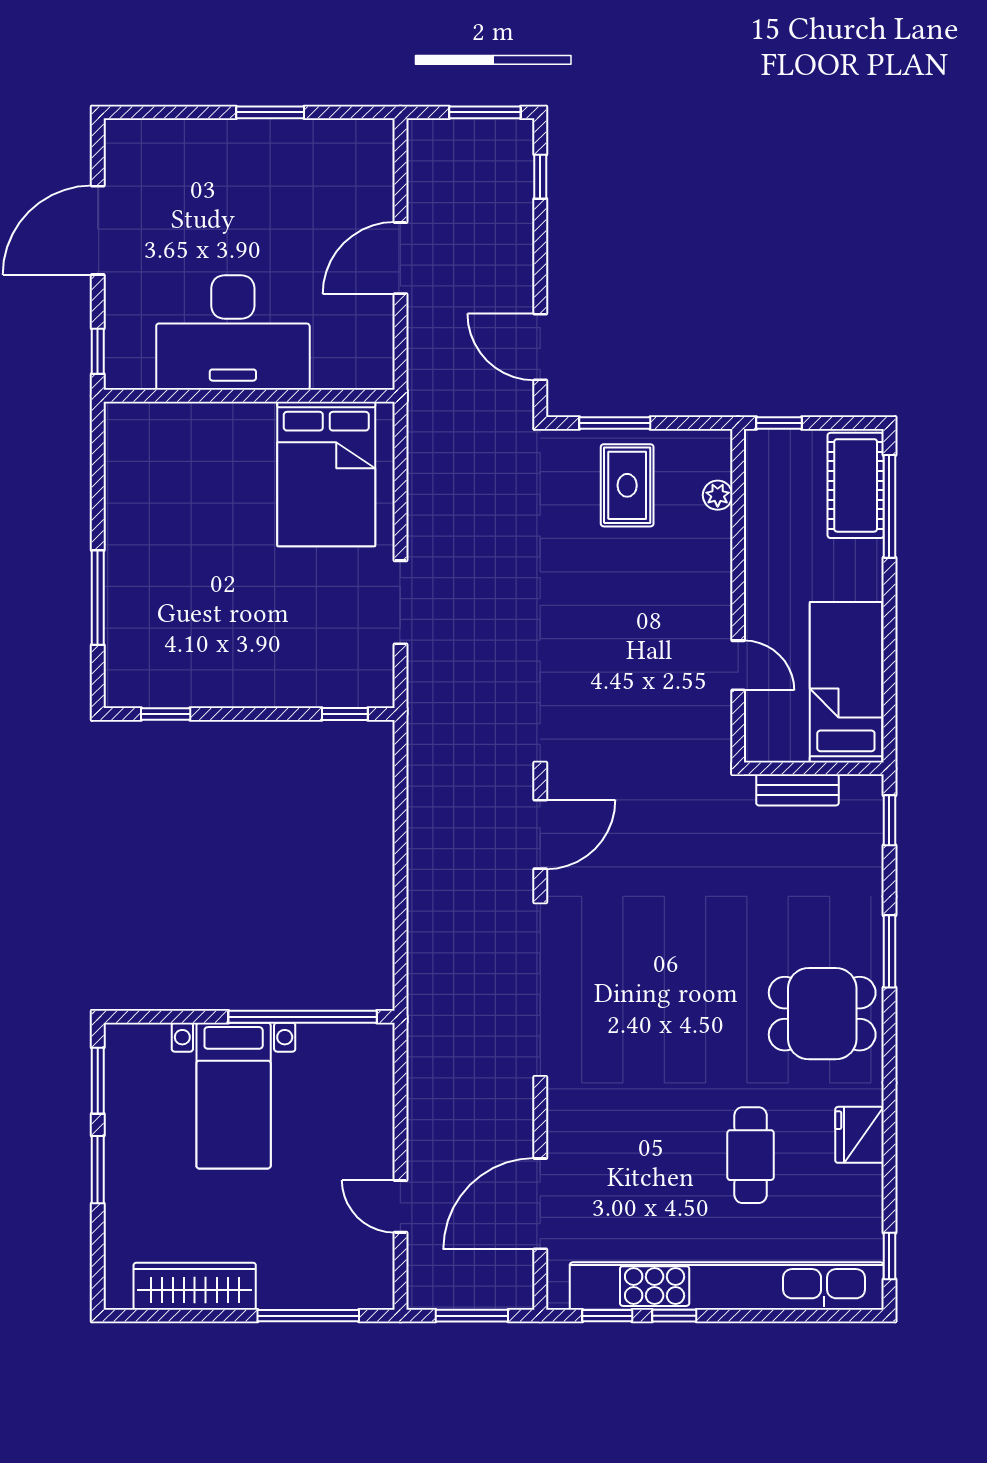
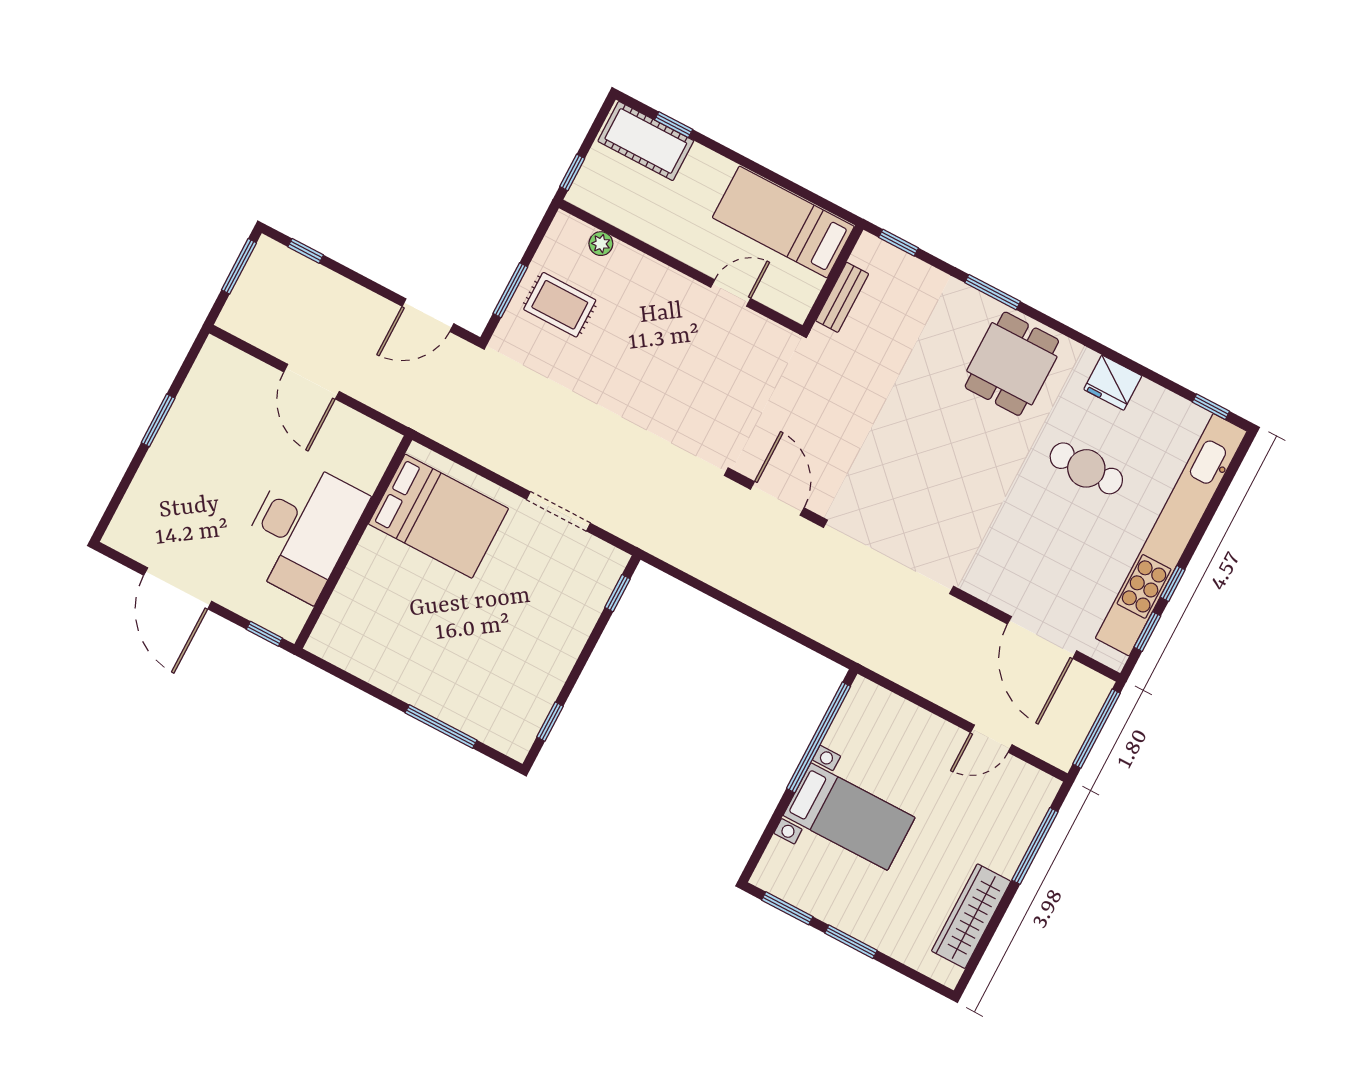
window: (889, 506) -> (674, 125), width x0.46
window: (472, 1316) -> (1096, 729), width x1.44

